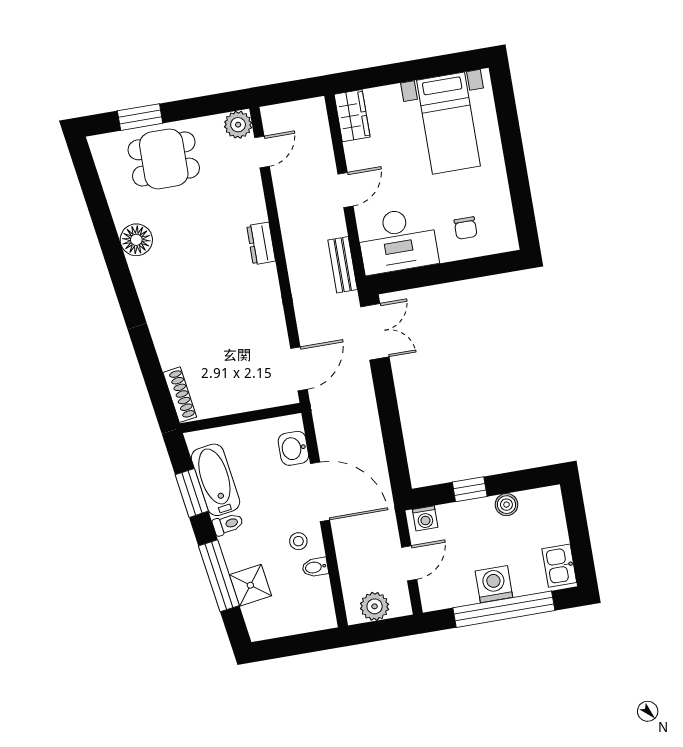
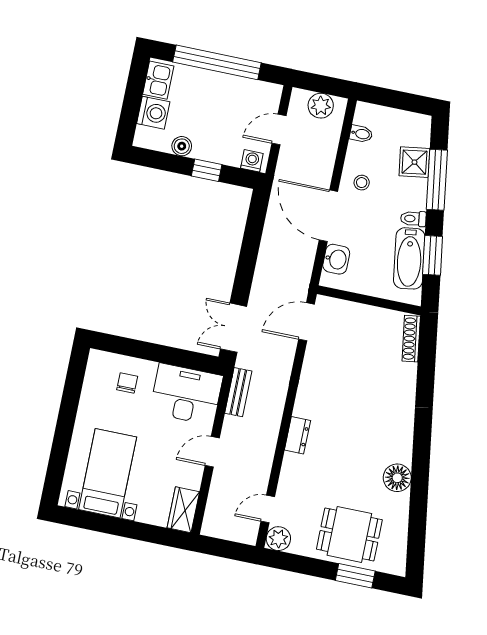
bidet: (315, 567) -> (361, 134), moved
washing machine: (494, 584) -> (153, 113), moved, turned -90

